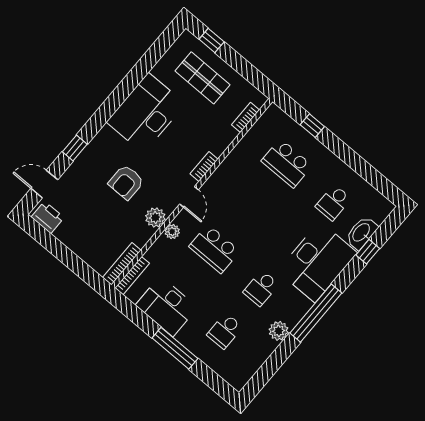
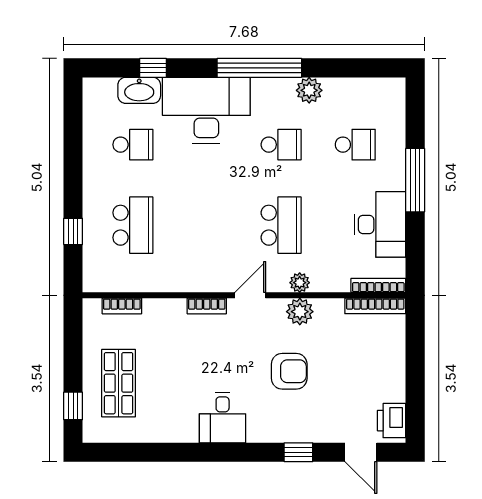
desk: (146, 113) -> (223, 418), width x0.53, depth x0.77

